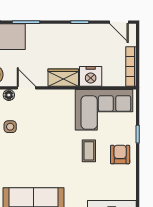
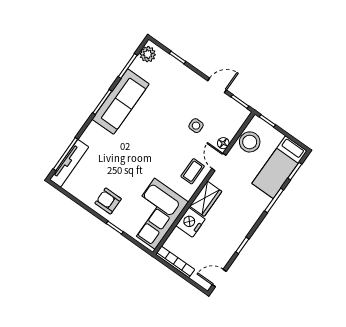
door: (26, 88) -> (219, 162), swing flipped
coffee table: (89, 151) -> (193, 171), moved, turned 90
armchair: (120, 154) -> (108, 201), turned 180

